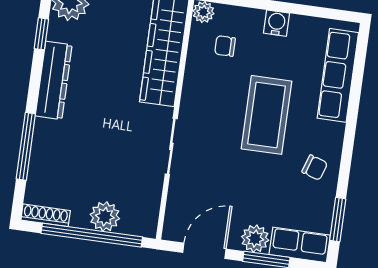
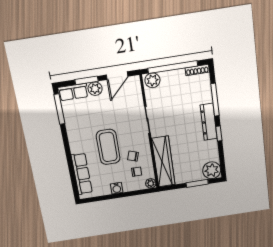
window: (41, 34) -> (219, 133), moved
dresser: (54, 80) -> (209, 122), moved
chair: (315, 168) -> (133, 156), moved
plant: (105, 217) -> (152, 80), moved
window: (338, 220) -> (59, 109), width x1.44

